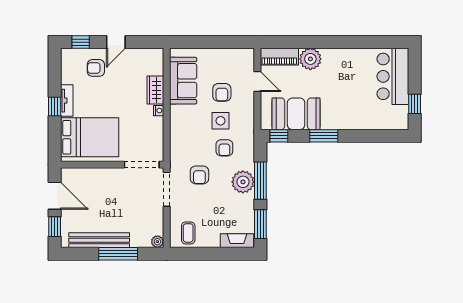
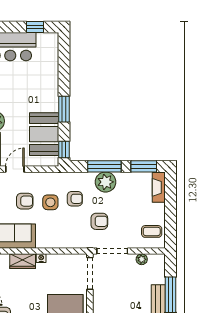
plant: (157, 242) -> (142, 259), moved

